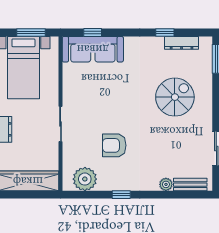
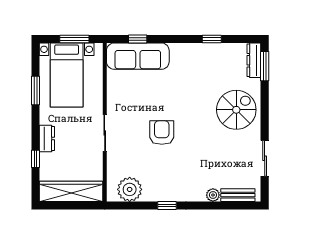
dresser: (182, 43) -> (254, 60), moved, turned 90
spiral stairs: (175, 97) -> (236, 110), moved
armchair: (114, 145) -> (162, 133), moved, turned 90

